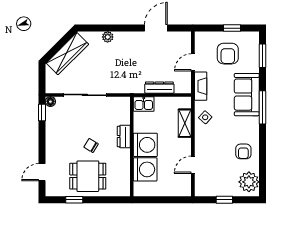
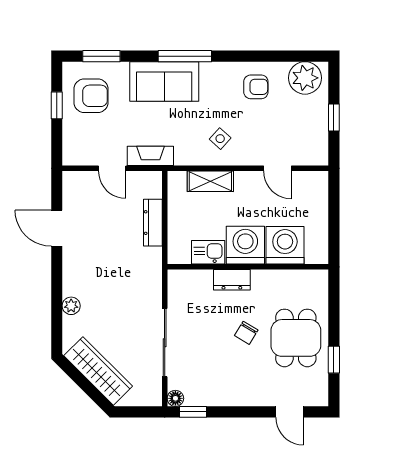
armchair: (228, 54) -> (91, 96), moved
kitchen sink: (144, 104) -> (208, 252), moved, turned -90
side table: (205, 117) -> (220, 139), moved

